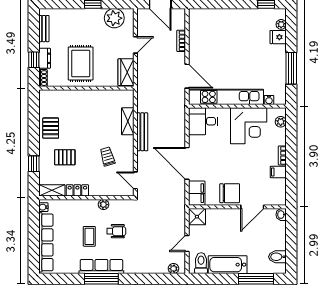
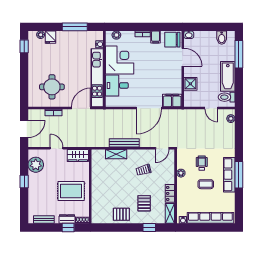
round table: (214, 39) -> (52, 87), added
desk: (203, 121) -> (117, 85), moved, turned 90
chair: (230, 193) -> (172, 40), moved, turned -90
shower: (197, 217) -> (190, 84), moved

